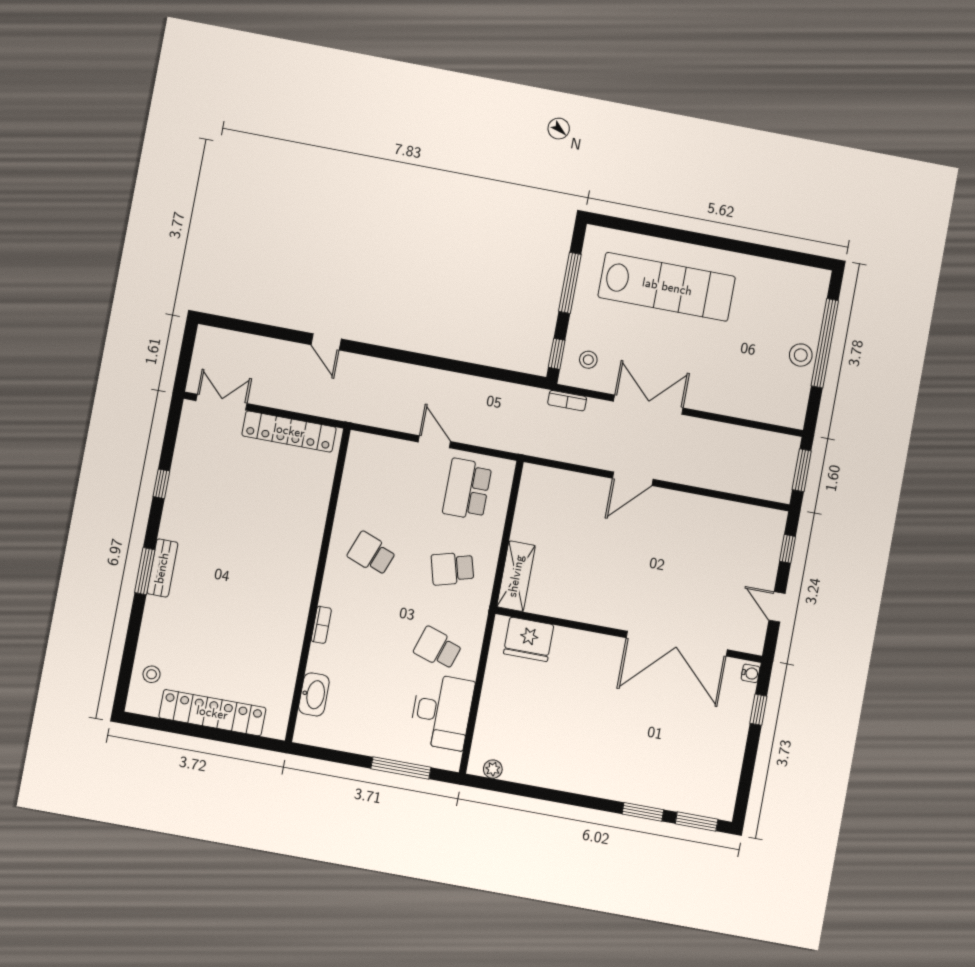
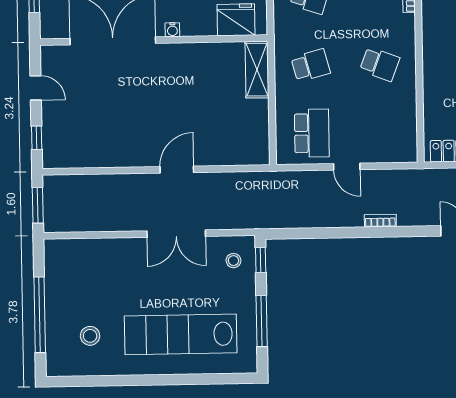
stool: (801, 355) -> (90, 336), moved
bookcase: (567, 401) -> (380, 221), moved
water cooler: (750, 673) -> (172, 30), moved, turned -90

